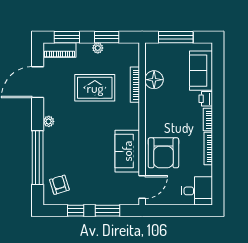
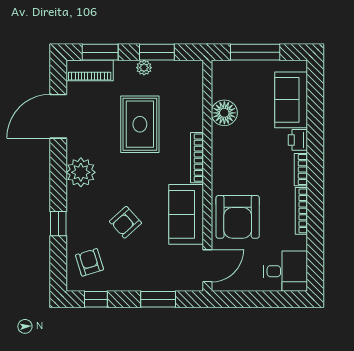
bookcase: (135, 85) -> (197, 158), moved
rug: (95, 88) -> (140, 124), turned 90
plant: (49, 121) -> (81, 172), width x1.87, depth x1.87
armchair: (85, 157) -> (125, 222), added
window: (38, 158) -> (58, 224), width x0.32
window: (76, 211) -> (96, 299), moved

